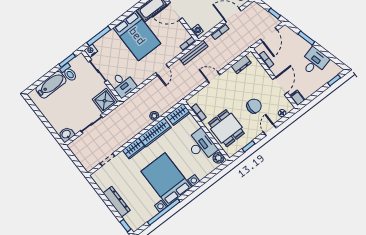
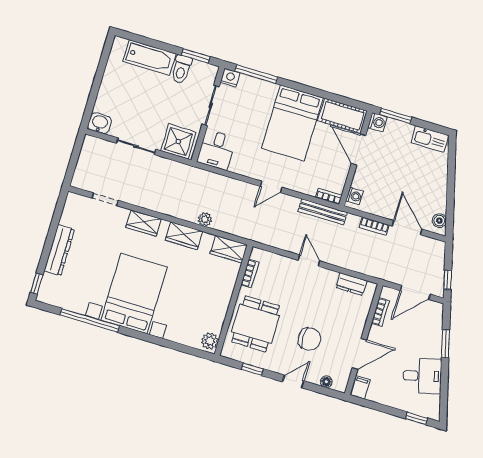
wardrobe: (155, 132) -> (184, 236), width x0.67
desk: (201, 145) -> (210, 307), removed

